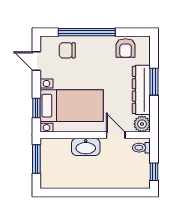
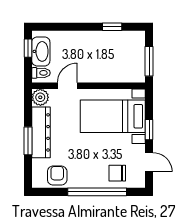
chair: (67, 50) -> (117, 173), turned 180
window: (36, 108) -> (149, 130), moved
door: (116, 135) -> (67, 86), swing flipped
washbasin: (86, 147) -> (41, 51), moved, turned 90
window: (72, 192) -> (112, 27), added

